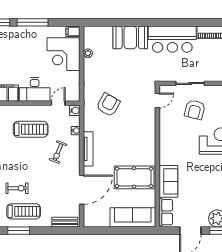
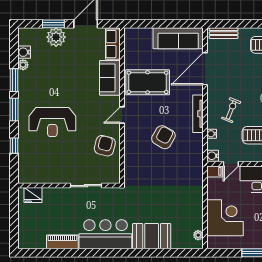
filing cabinet: (73, 32) -> (215, 171), moved
plant: (88, 53) -> (198, 235), moved
door: (157, 101) -> (122, 115), moved
armchair: (108, 105) -> (163, 137), moved, turned 180
armchair: (195, 110) -> (105, 146), moved
sofa: (133, 217) -> (178, 38), moved

